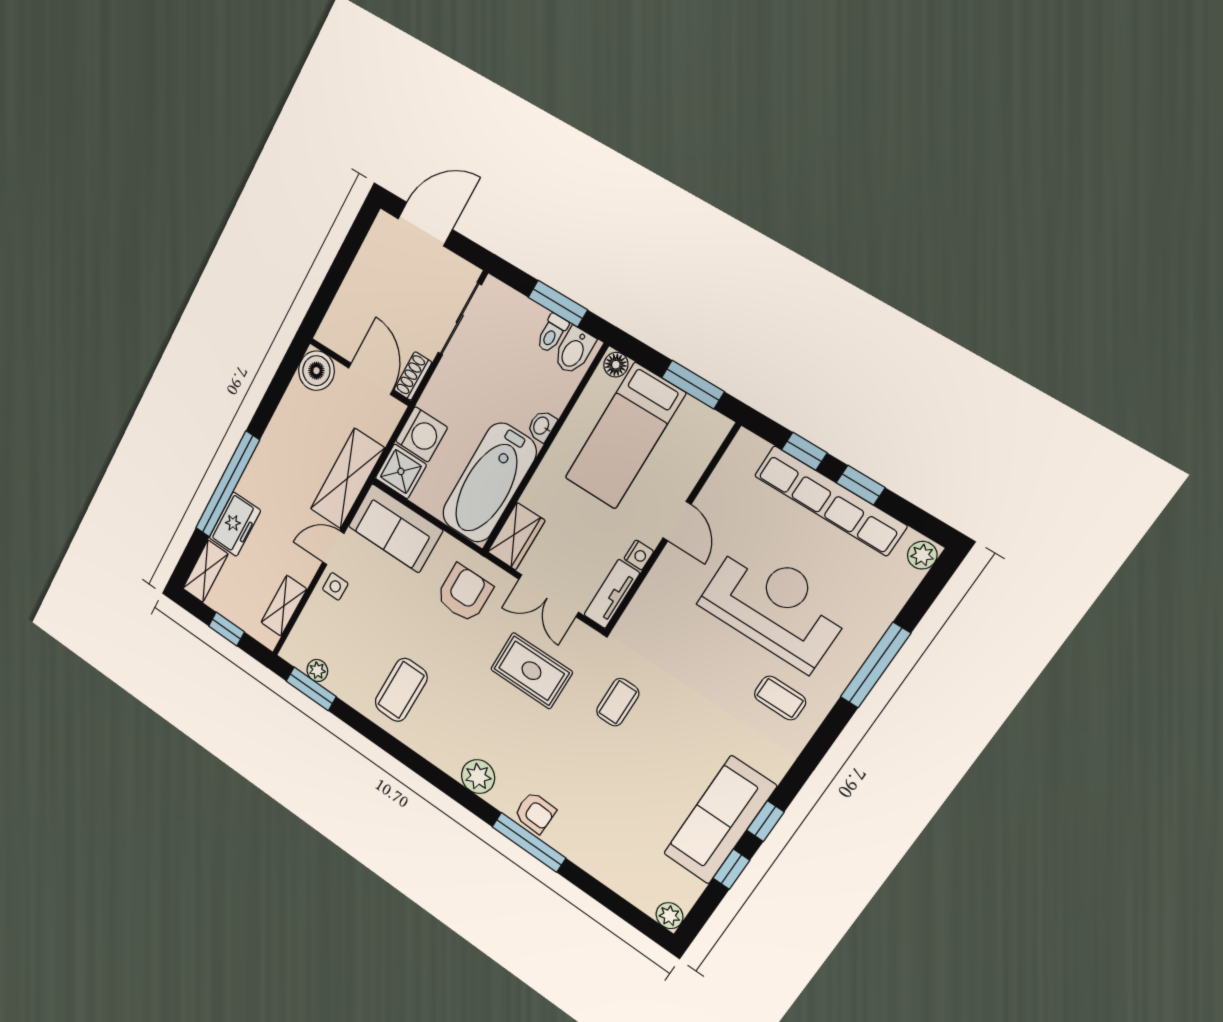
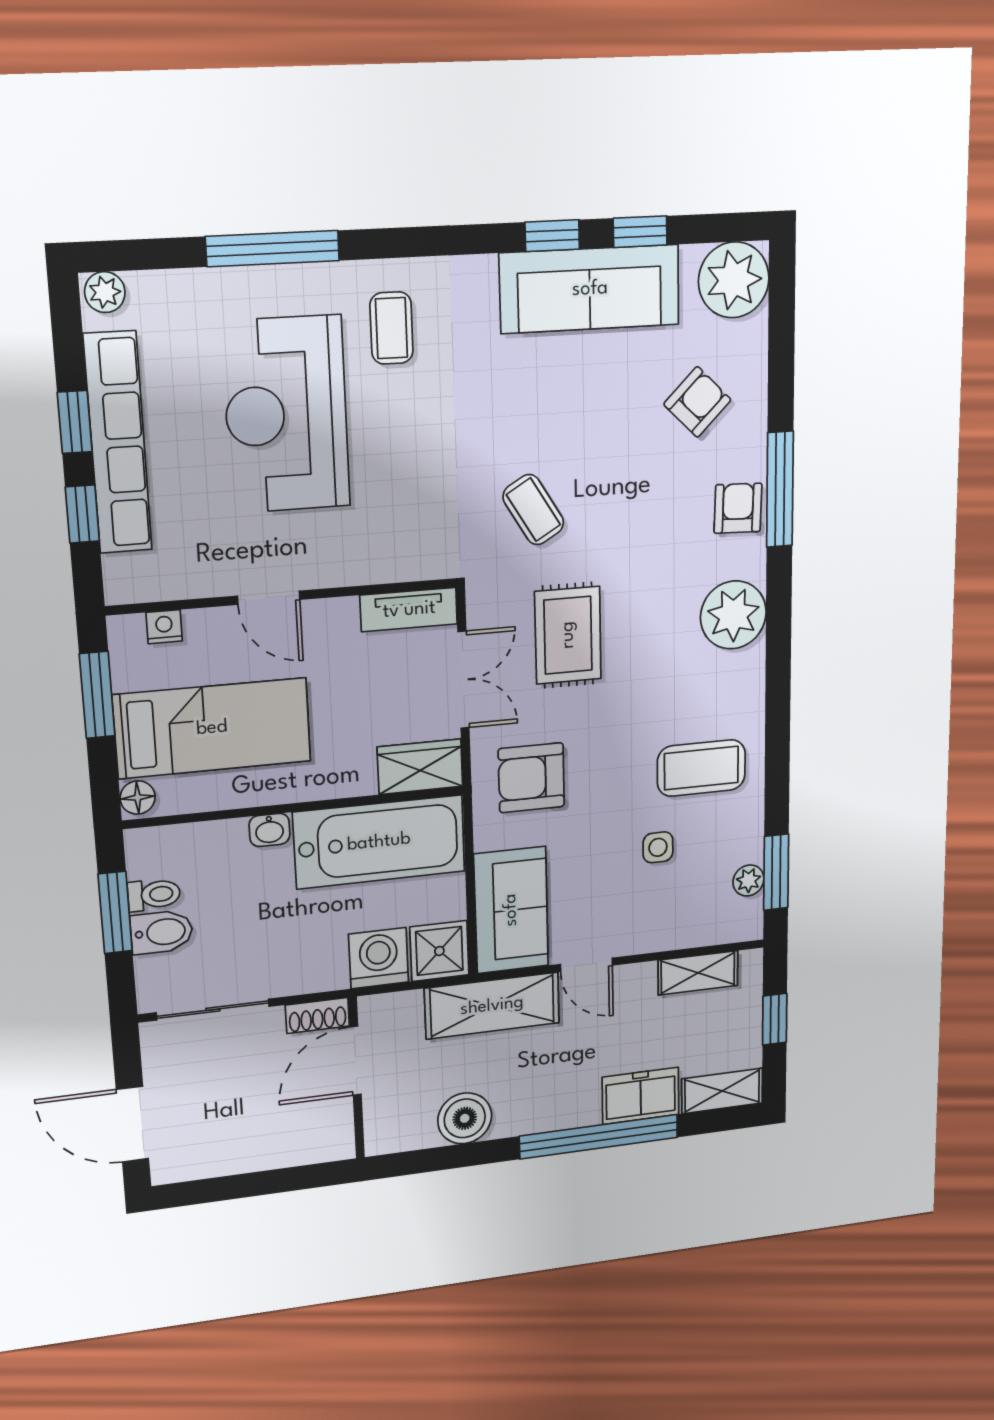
bidet: (574, 351) -> (162, 932), moved
boiler: (316, 371) -> (465, 1118), moved
door: (677, 521) -> (269, 598), swing flipped
nightstand: (639, 555) -> (164, 627), moved
side table: (335, 586) -> (658, 847), moved
coffee table: (618, 702) -> (533, 510), turned 59
plant: (478, 777) -> (733, 615), width x1.36, depth x1.36
armchair: (612, 833) -> (697, 402), added
plant: (670, 916) -> (734, 280), width x1.87, depth x1.87

